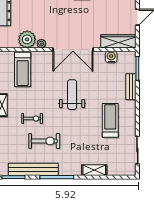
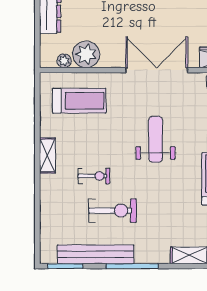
plant: (41, 44) -> (64, 61), moved
double door: (73, 50) -> (157, 70), swing flipped
treadmill: (23, 70) -> (79, 101), turned -90

